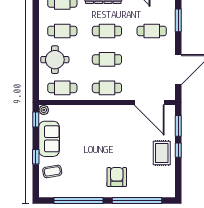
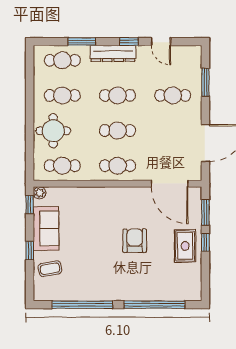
armchair: (117, 177) -> (135, 241), moved

